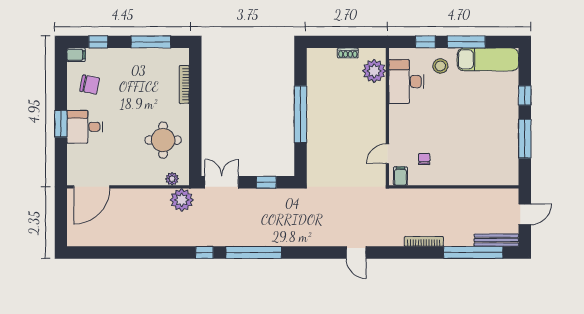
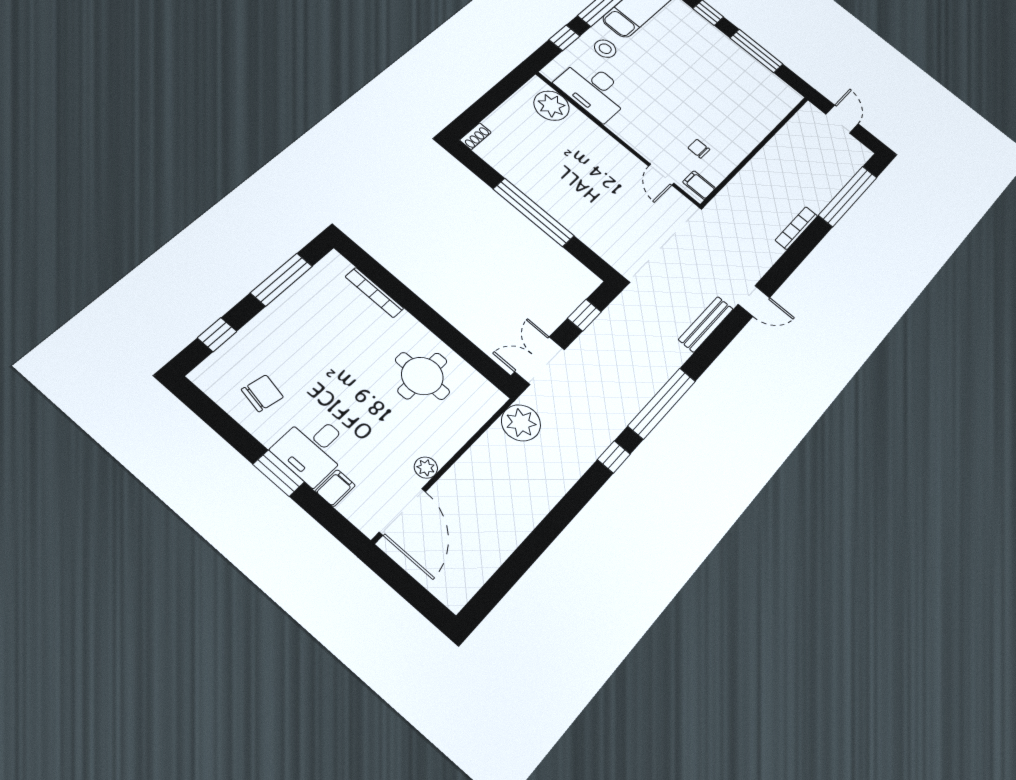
shoe rack: (348, 53) -> (475, 136), moved
filing cabinet: (76, 55) -> (335, 488), moved
plant: (172, 179) -> (426, 468), moved
bench: (496, 240) -> (706, 324), moved

